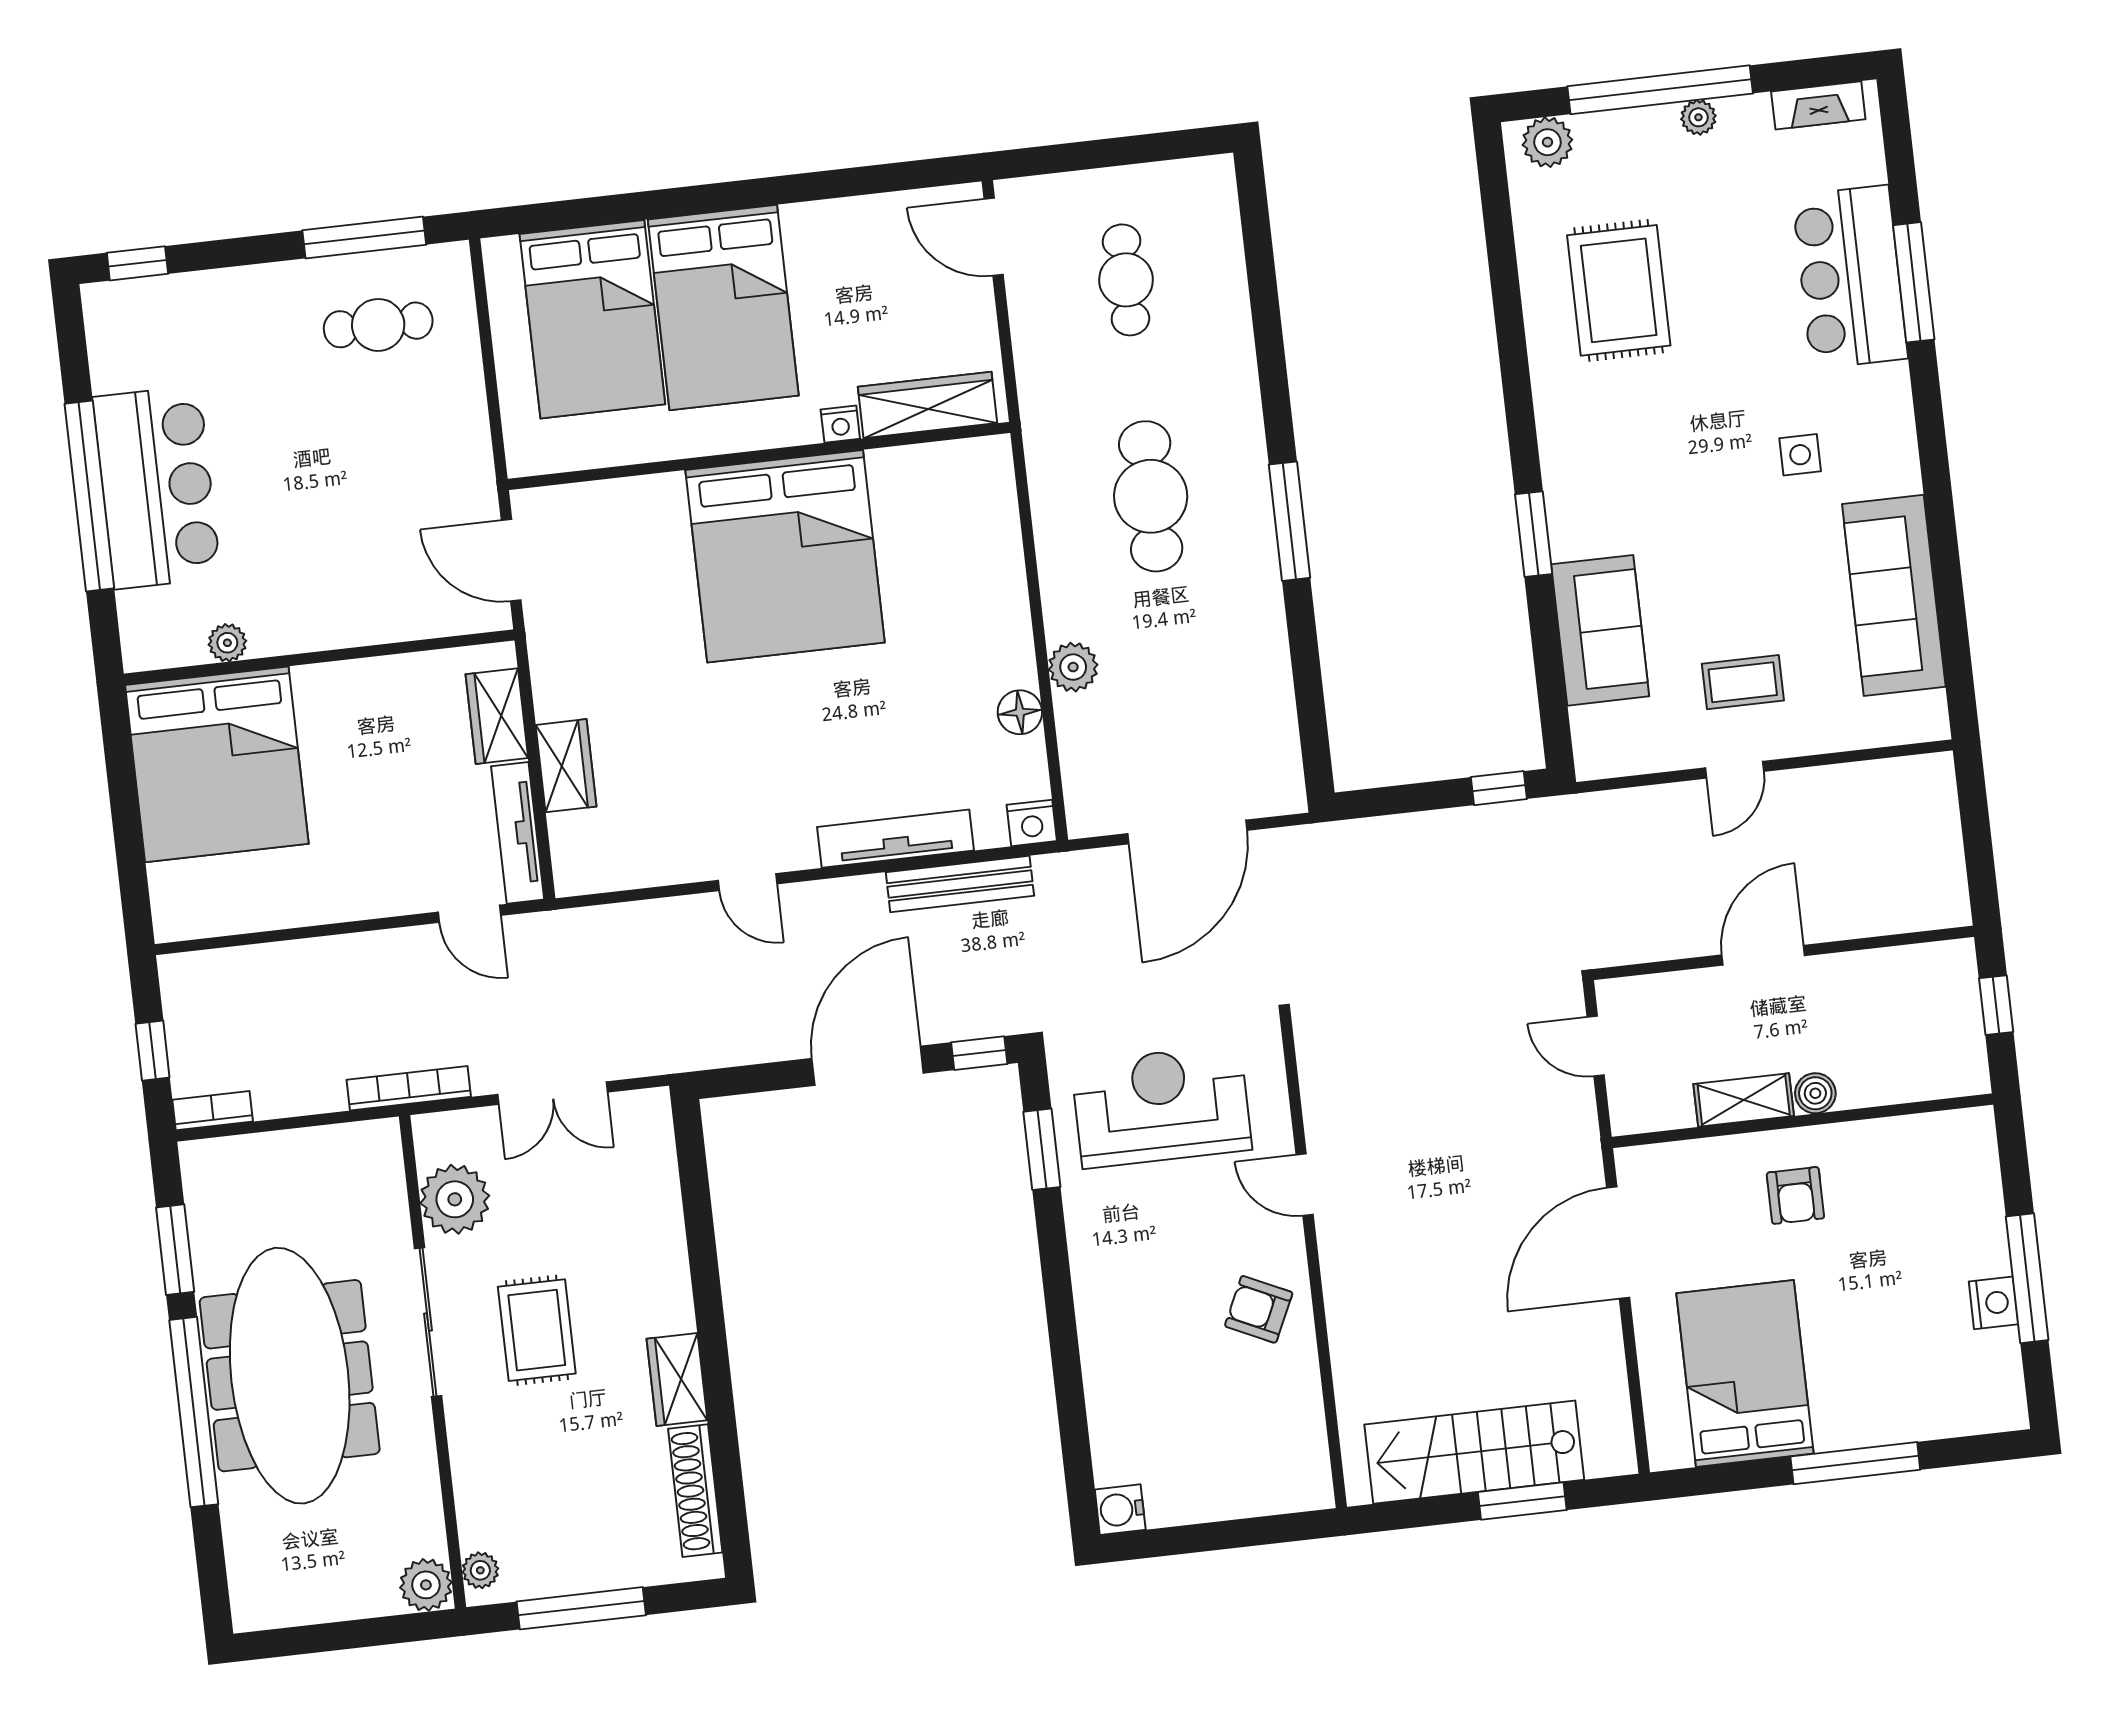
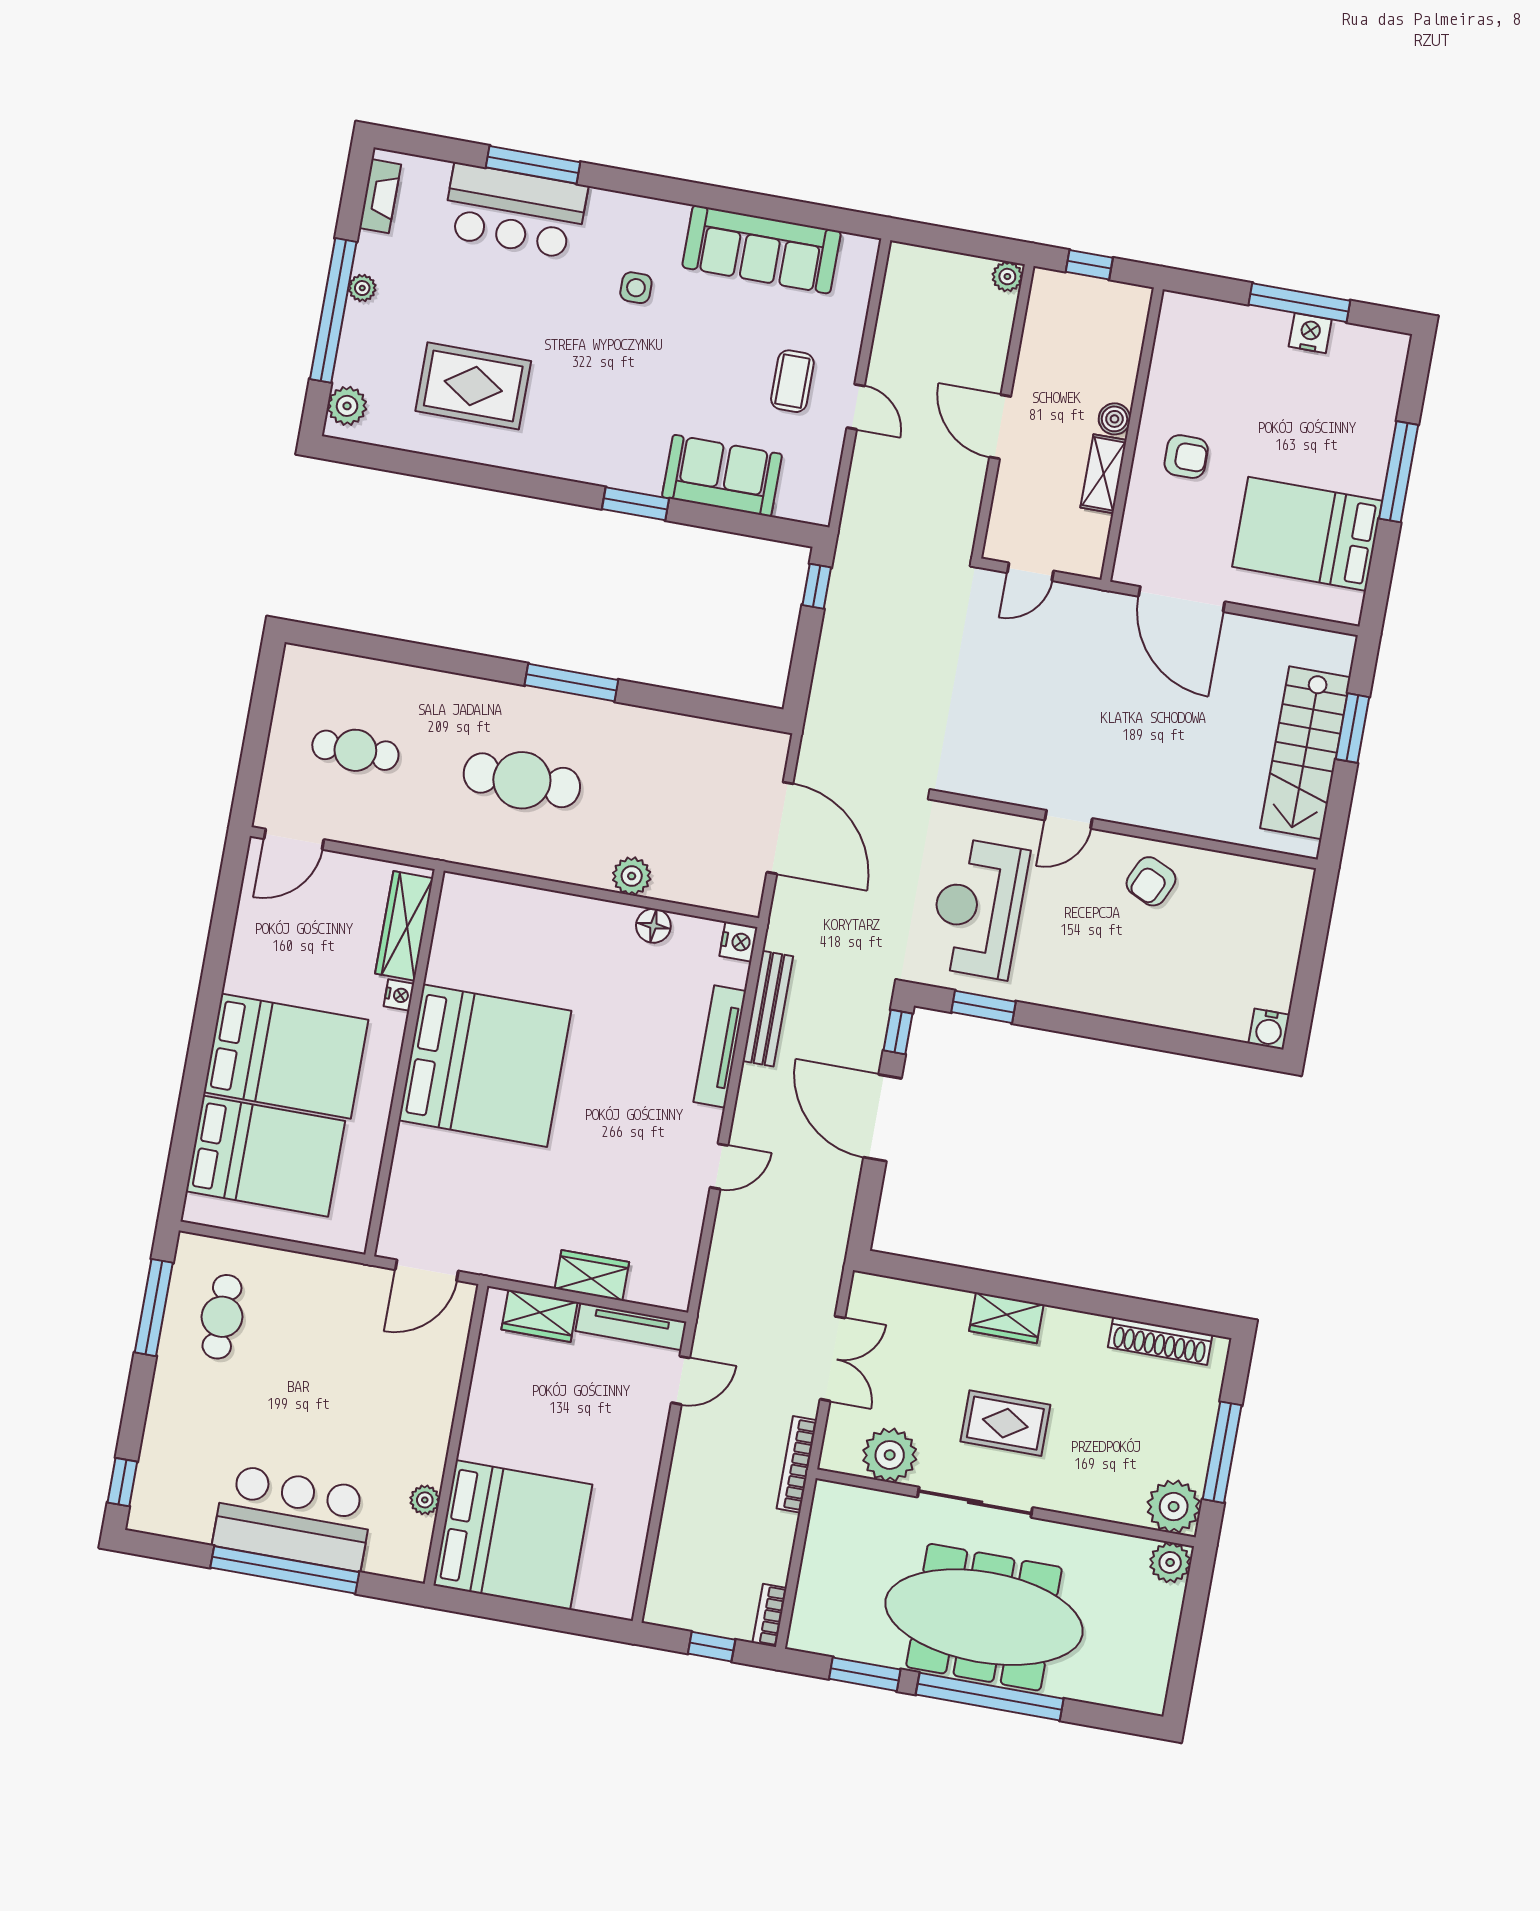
plant: (1951, 909) -> (1007, 277), added
wardrobe: (677, 1379) -> (1006, 1318), moved
plant: (480, 1570) -> (1174, 1507), width x1.88, depth x1.88

